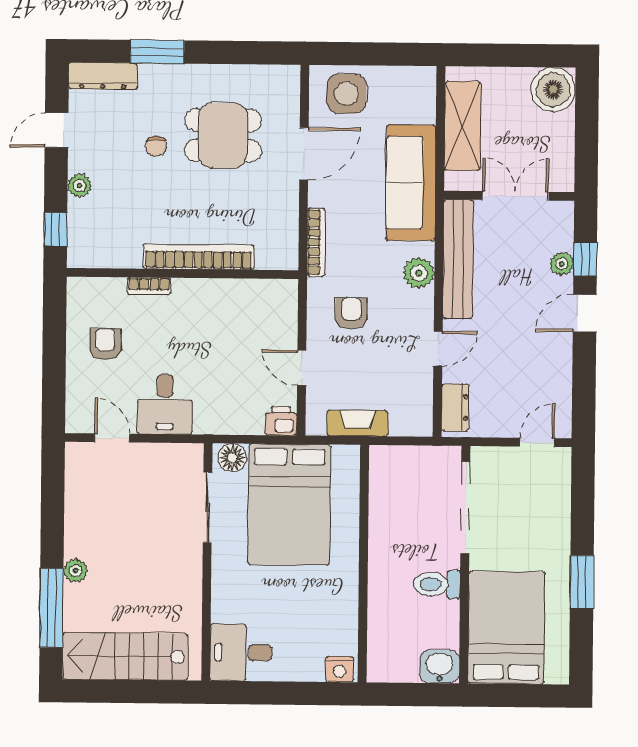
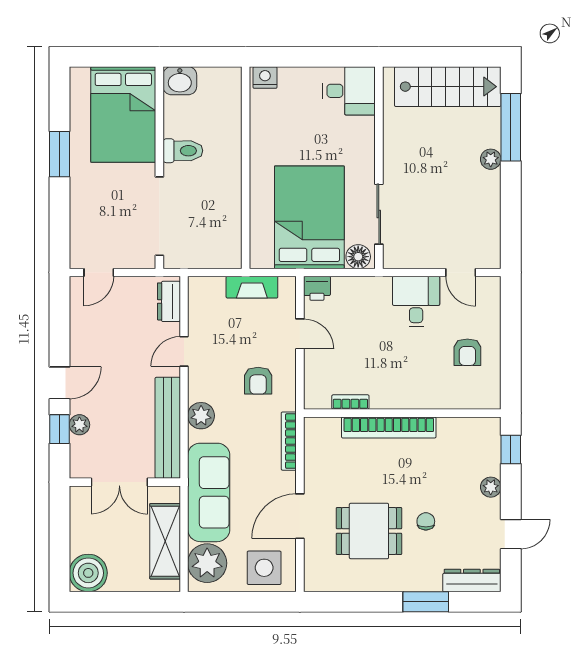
plant: (413, 100) -> (207, 563), added
bookcase: (149, 286) -> (350, 402), moved

